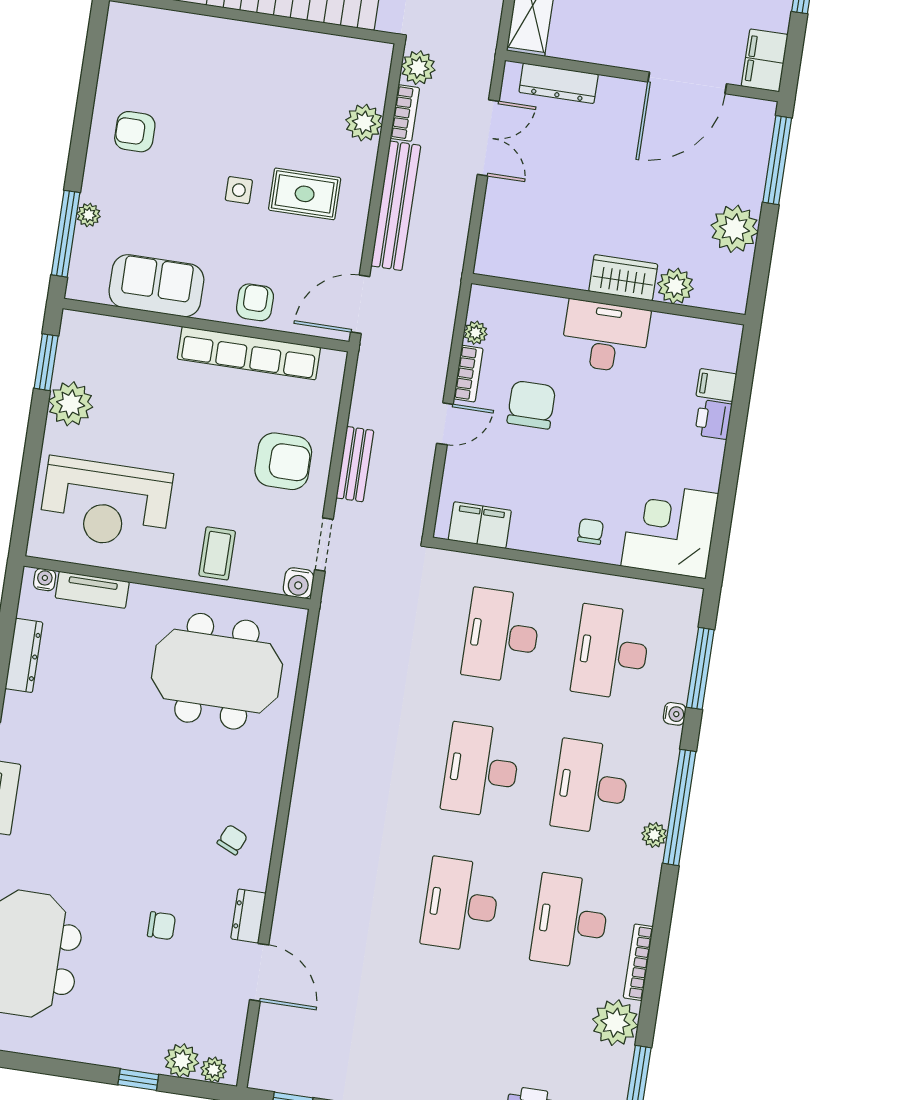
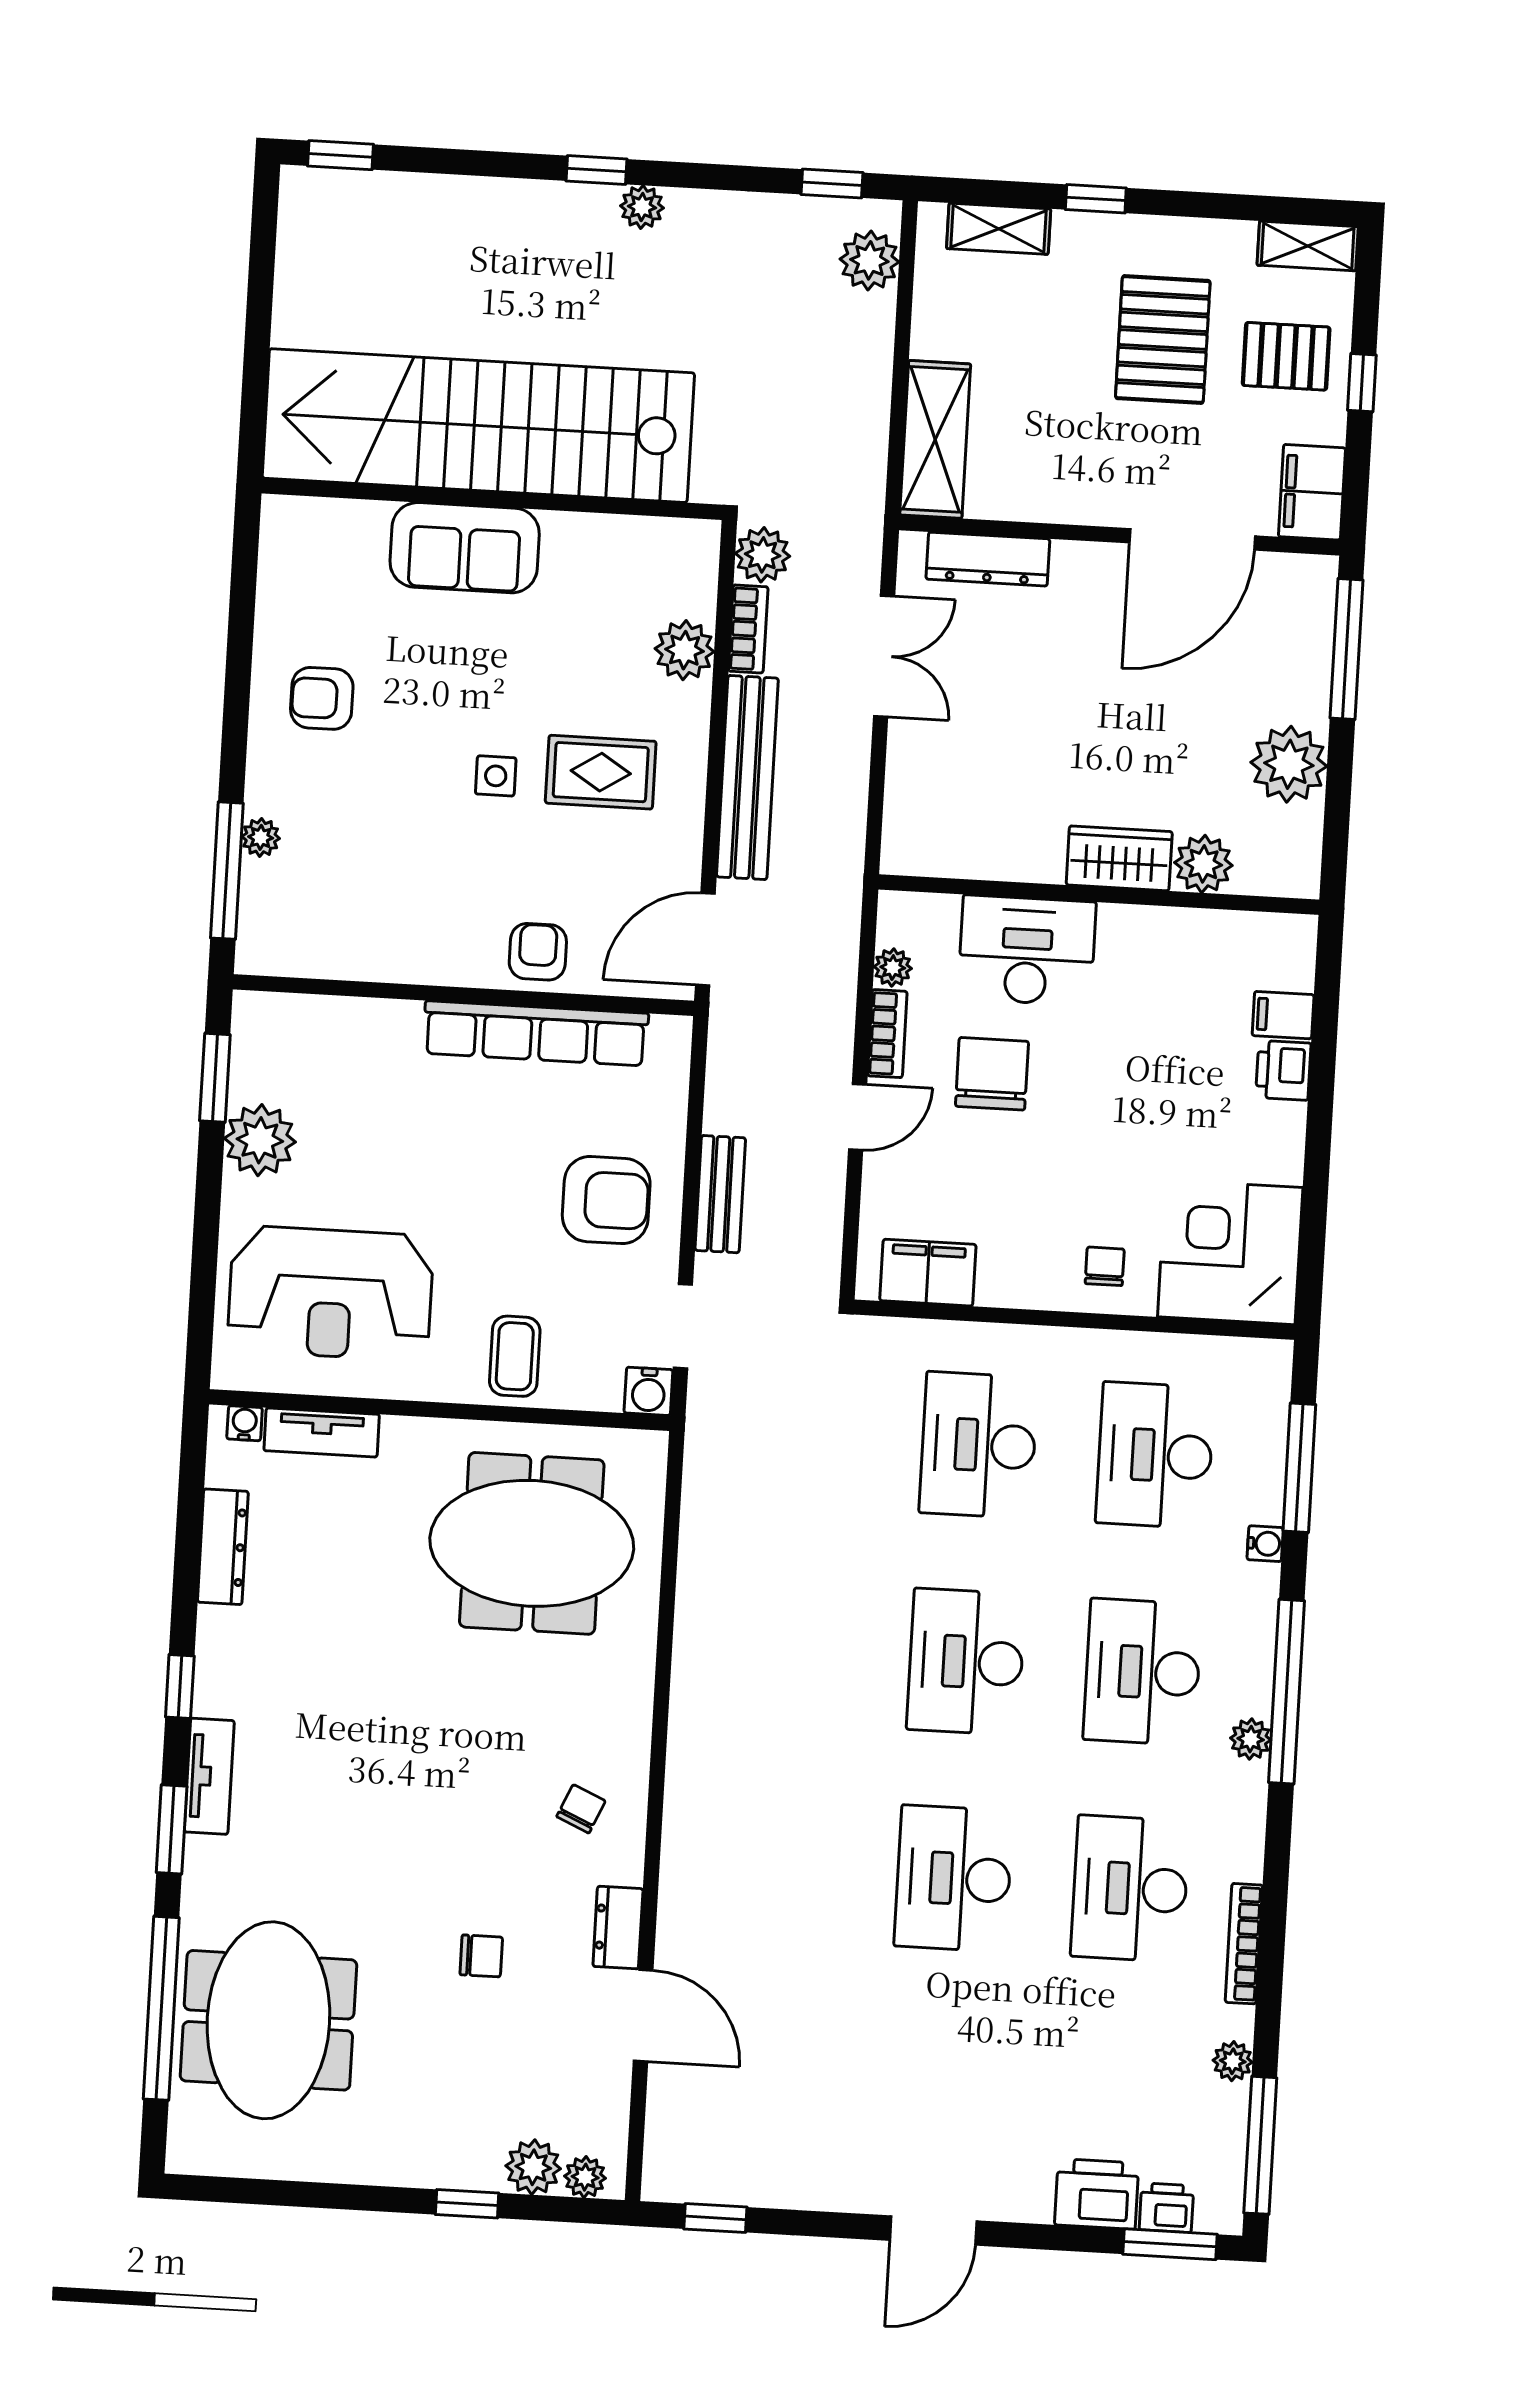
sofa: (156, 286) -> (465, 548), moved, turned 180
desk: (605, 337) -> (1027, 950), moved
plant: (615, 1023) -> (1233, 2061), width x0.53, depth x0.53

